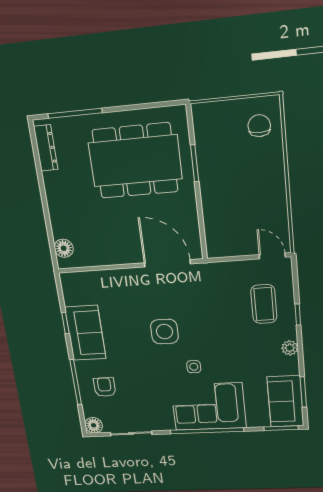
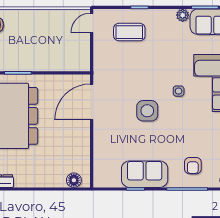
plant: (290, 348) -> (183, 15), moved
armchair: (105, 387) -> (193, 166), turned -90

